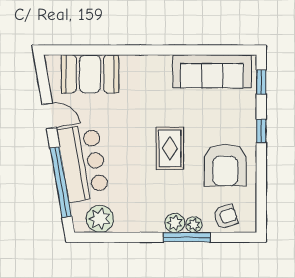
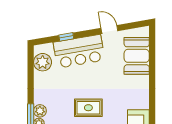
door: (49, 116) -> (109, 29), swing flipped
window: (61, 182) -> (66, 37), width x0.32

